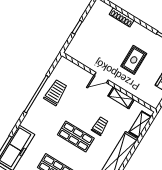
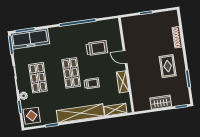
rug: (134, 60) -> (168, 66), moved, turned 90
trolley: (56, 92) -> (97, 48), moved

